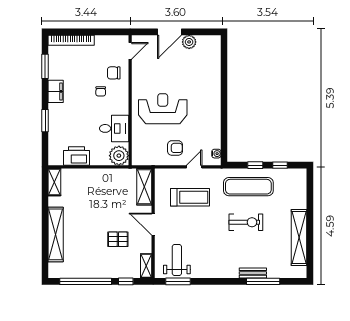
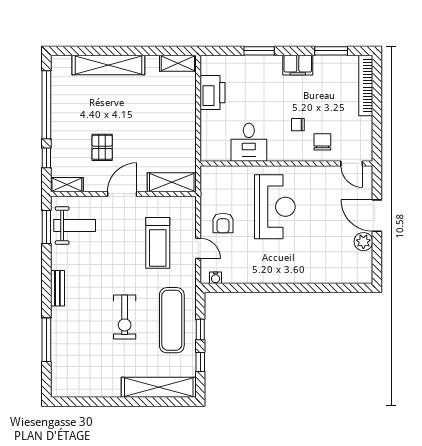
plant: (119, 156) -> (213, 149), removed
shelving: (299, 237) -> (159, 387), moved
bench: (253, 273) -> (57, 288), moved

